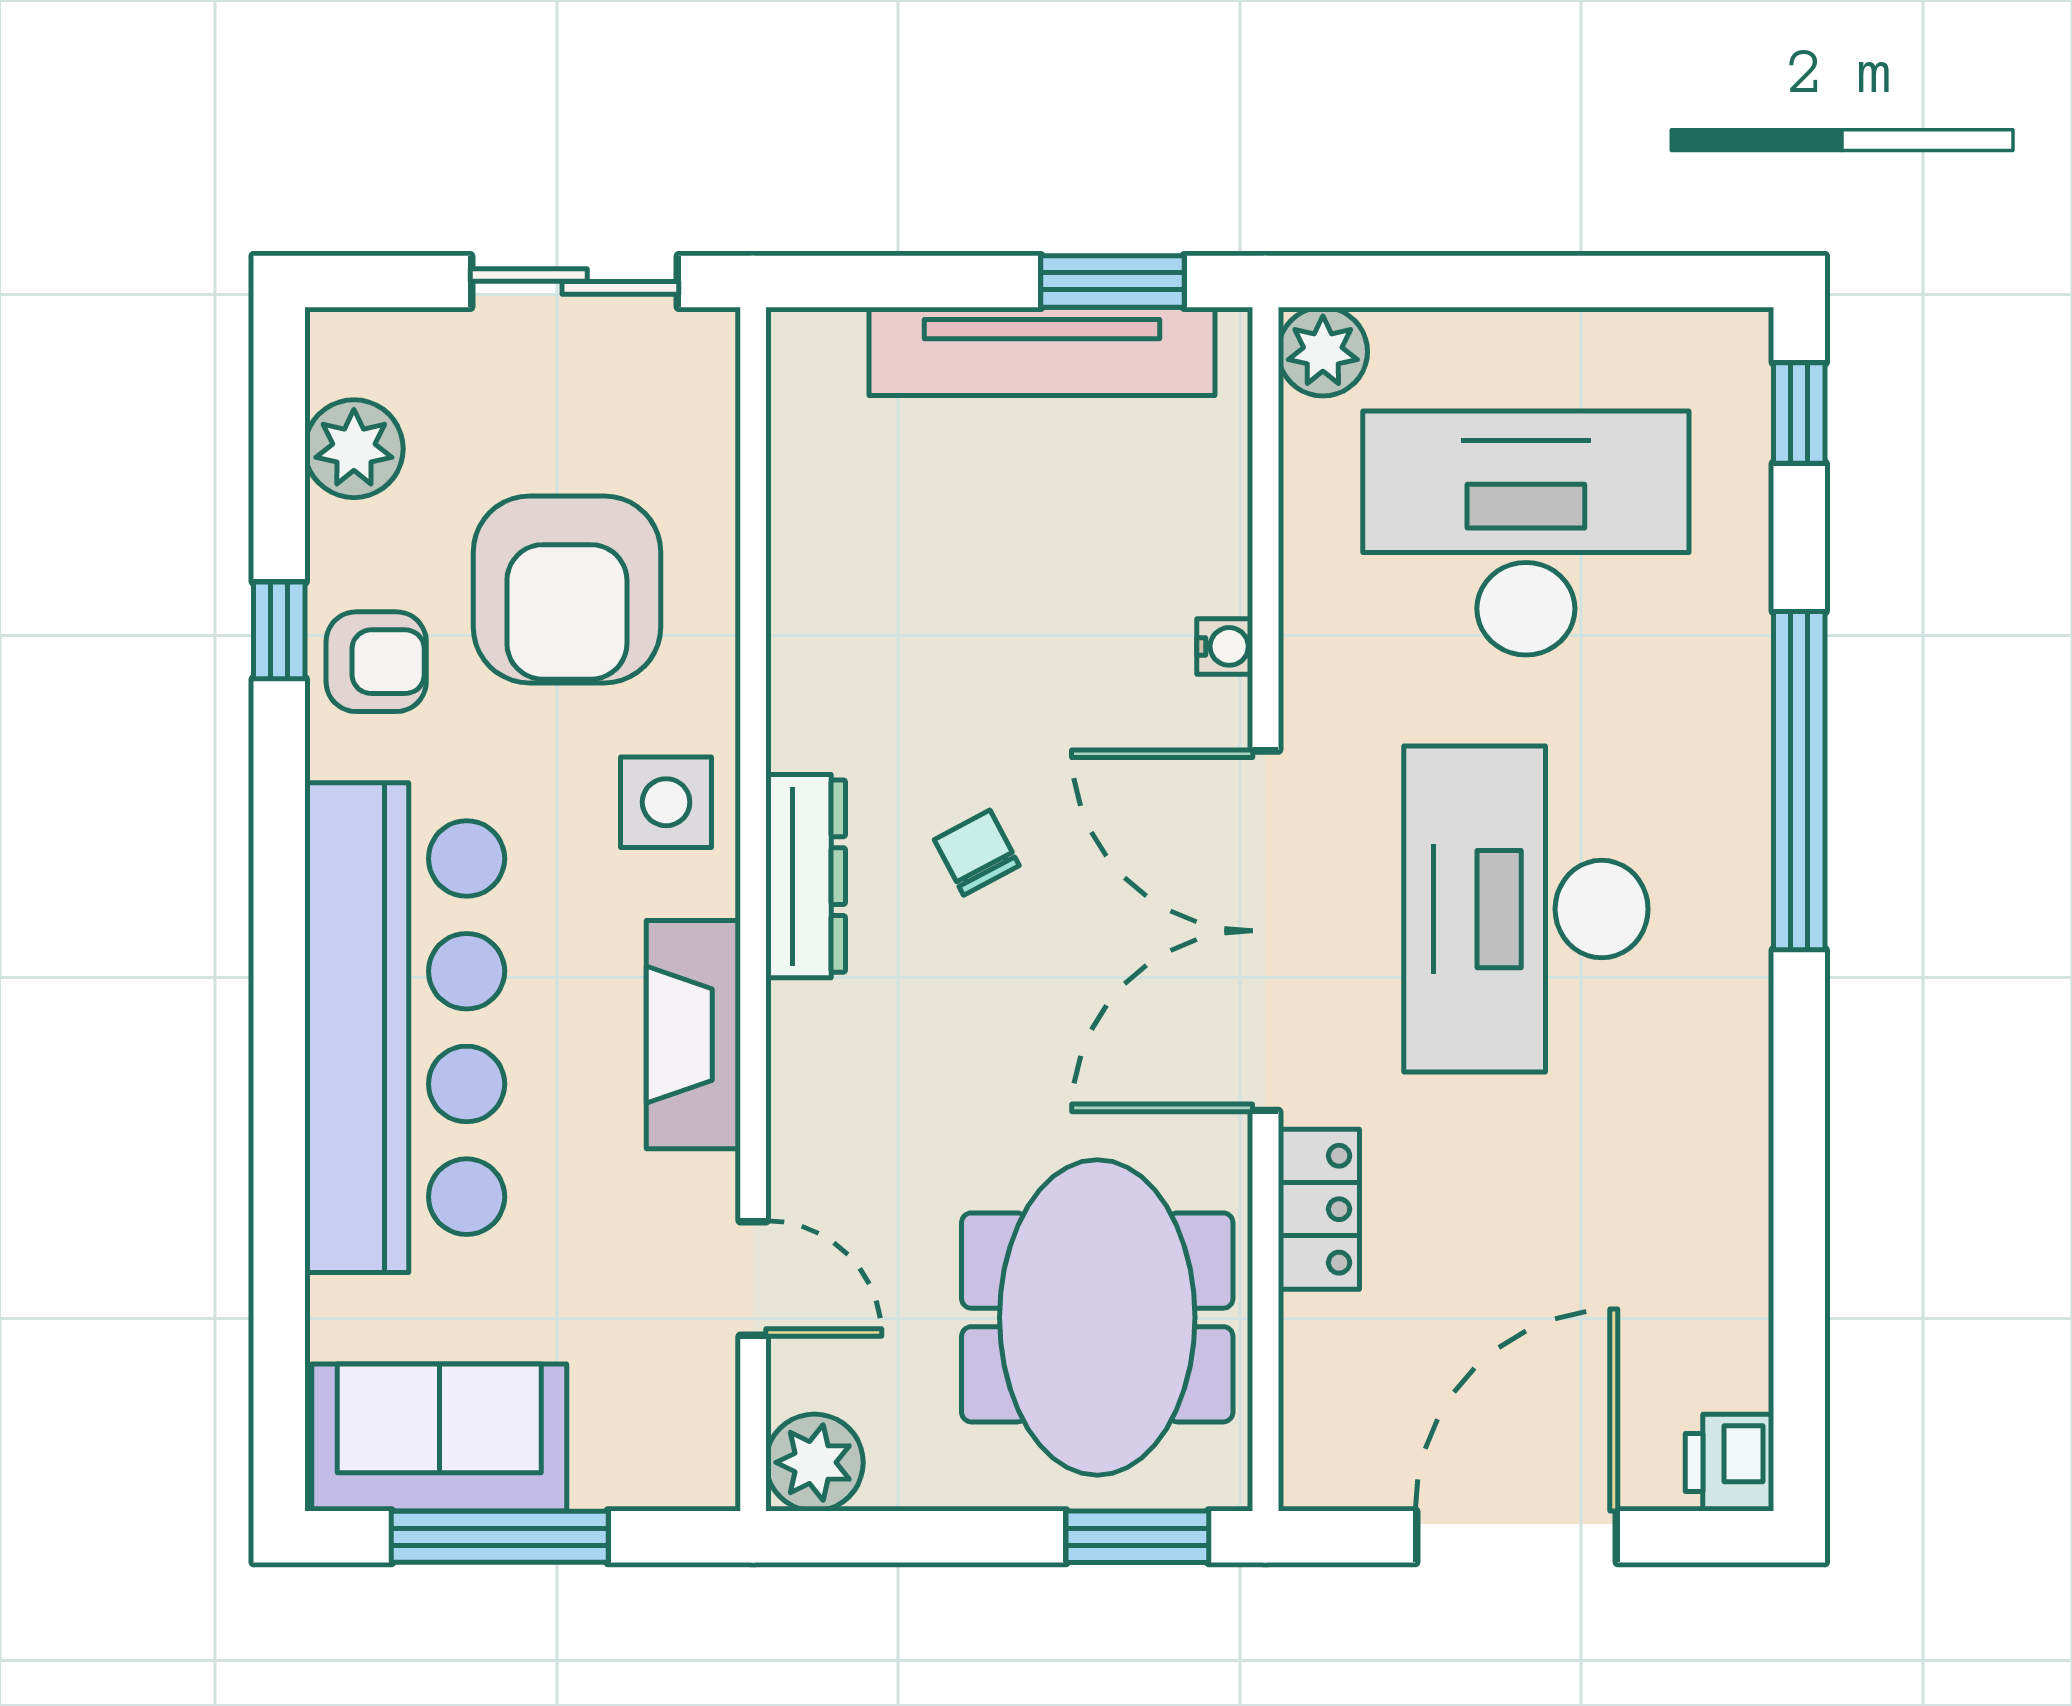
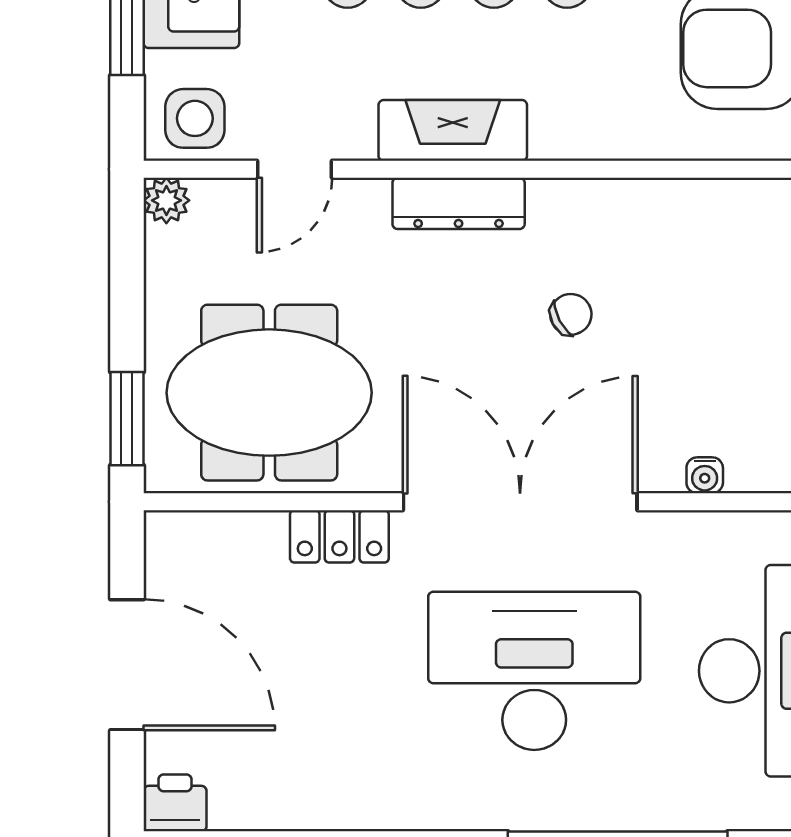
side table: (666, 802) -> (195, 118), moved
dresser: (806, 876) -> (459, 203), moved
plant: (814, 1462) -> (166, 200), width x0.73, depth x0.73

